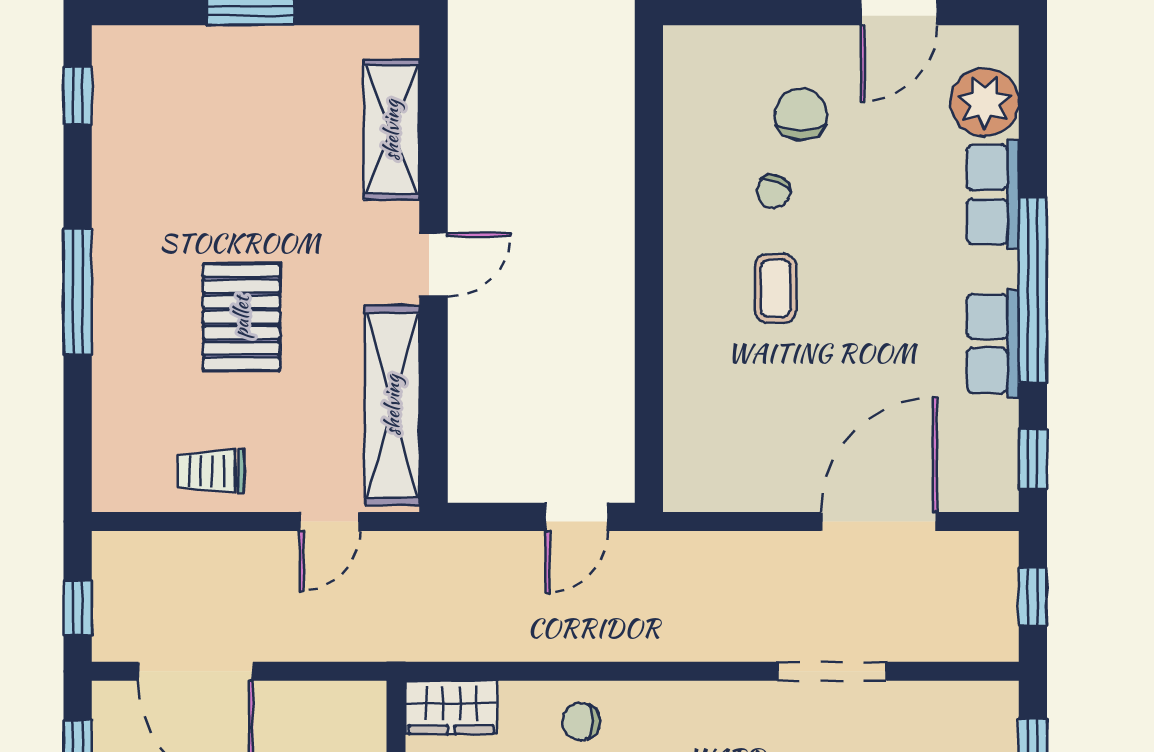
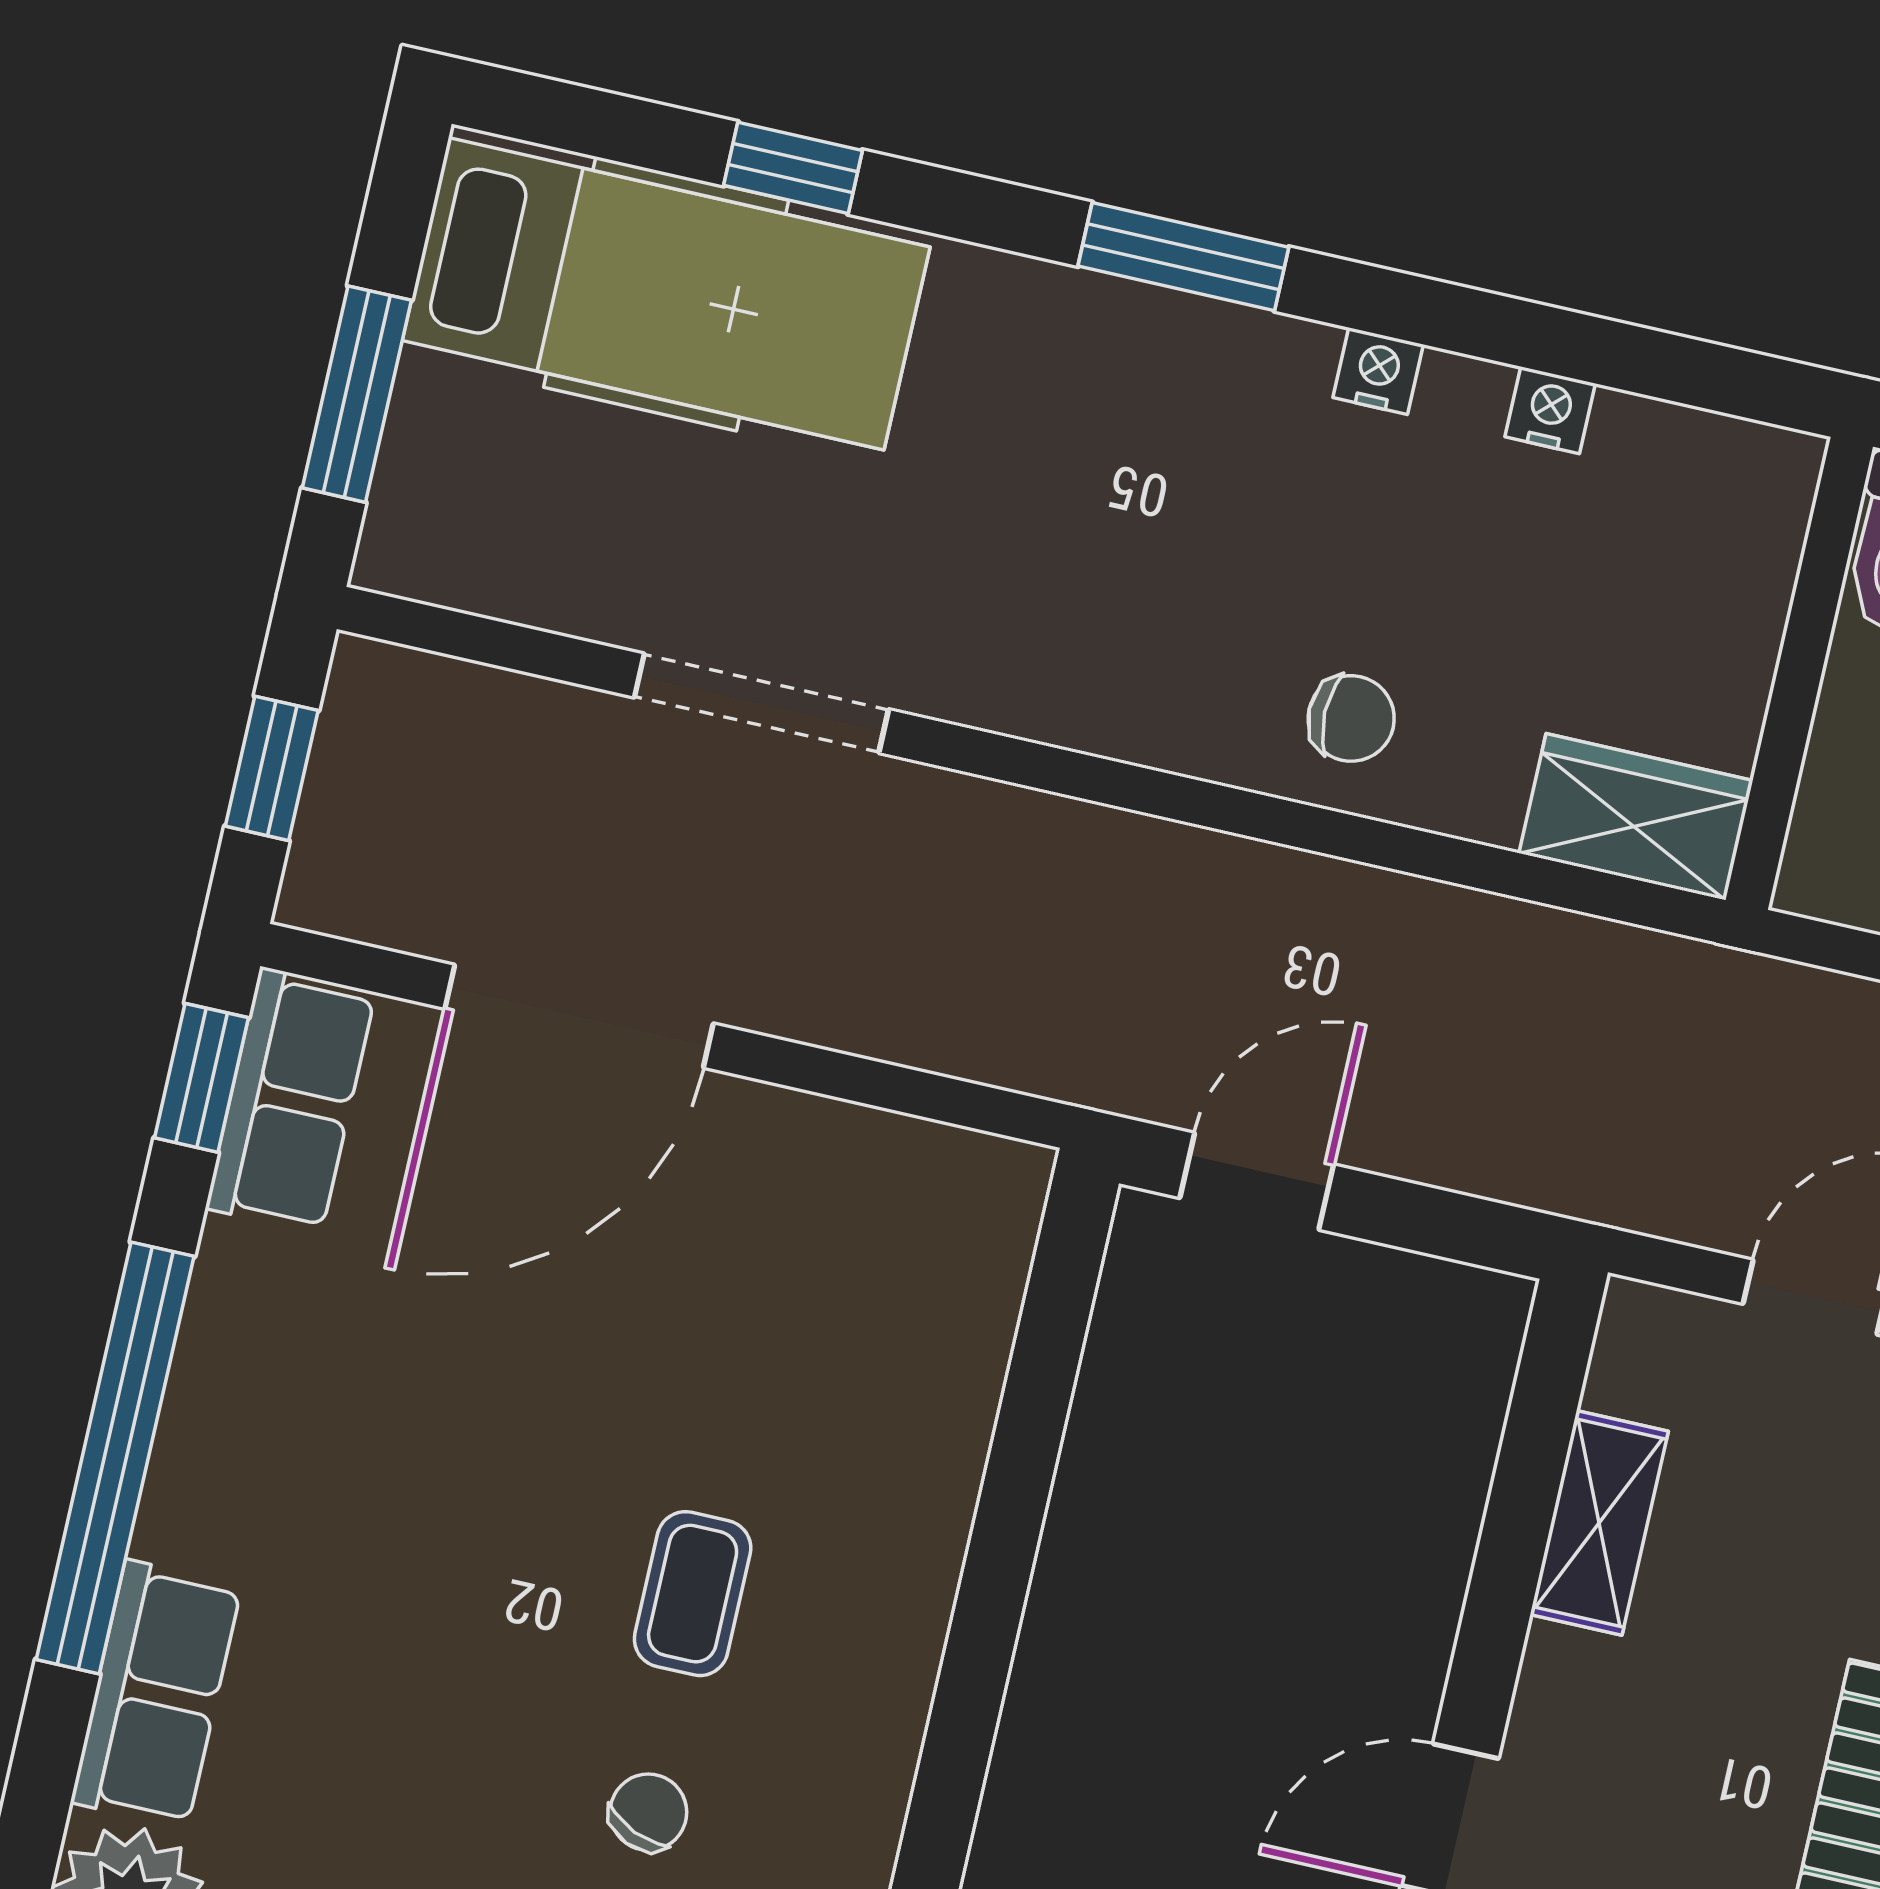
row of seats: (993, 343) -> (291, 1100), moved
shelving: (392, 405) -> (1599, 1523), width x0.45, depth x0.75

